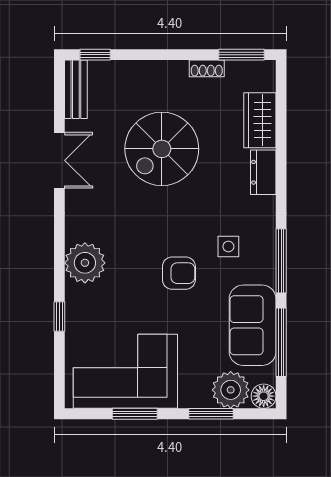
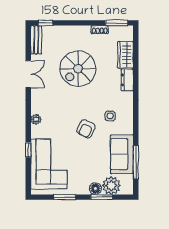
window: (281, 261) -> (136, 123), removed
plant: (85, 263) -> (36, 119), width x0.53, depth x0.53
armchair: (179, 273) -> (86, 129), turned 116
corner sofa: (125, 371) -> (49, 164), moved, turned 90
floor lamp: (264, 396) -> (95, 189), moved

